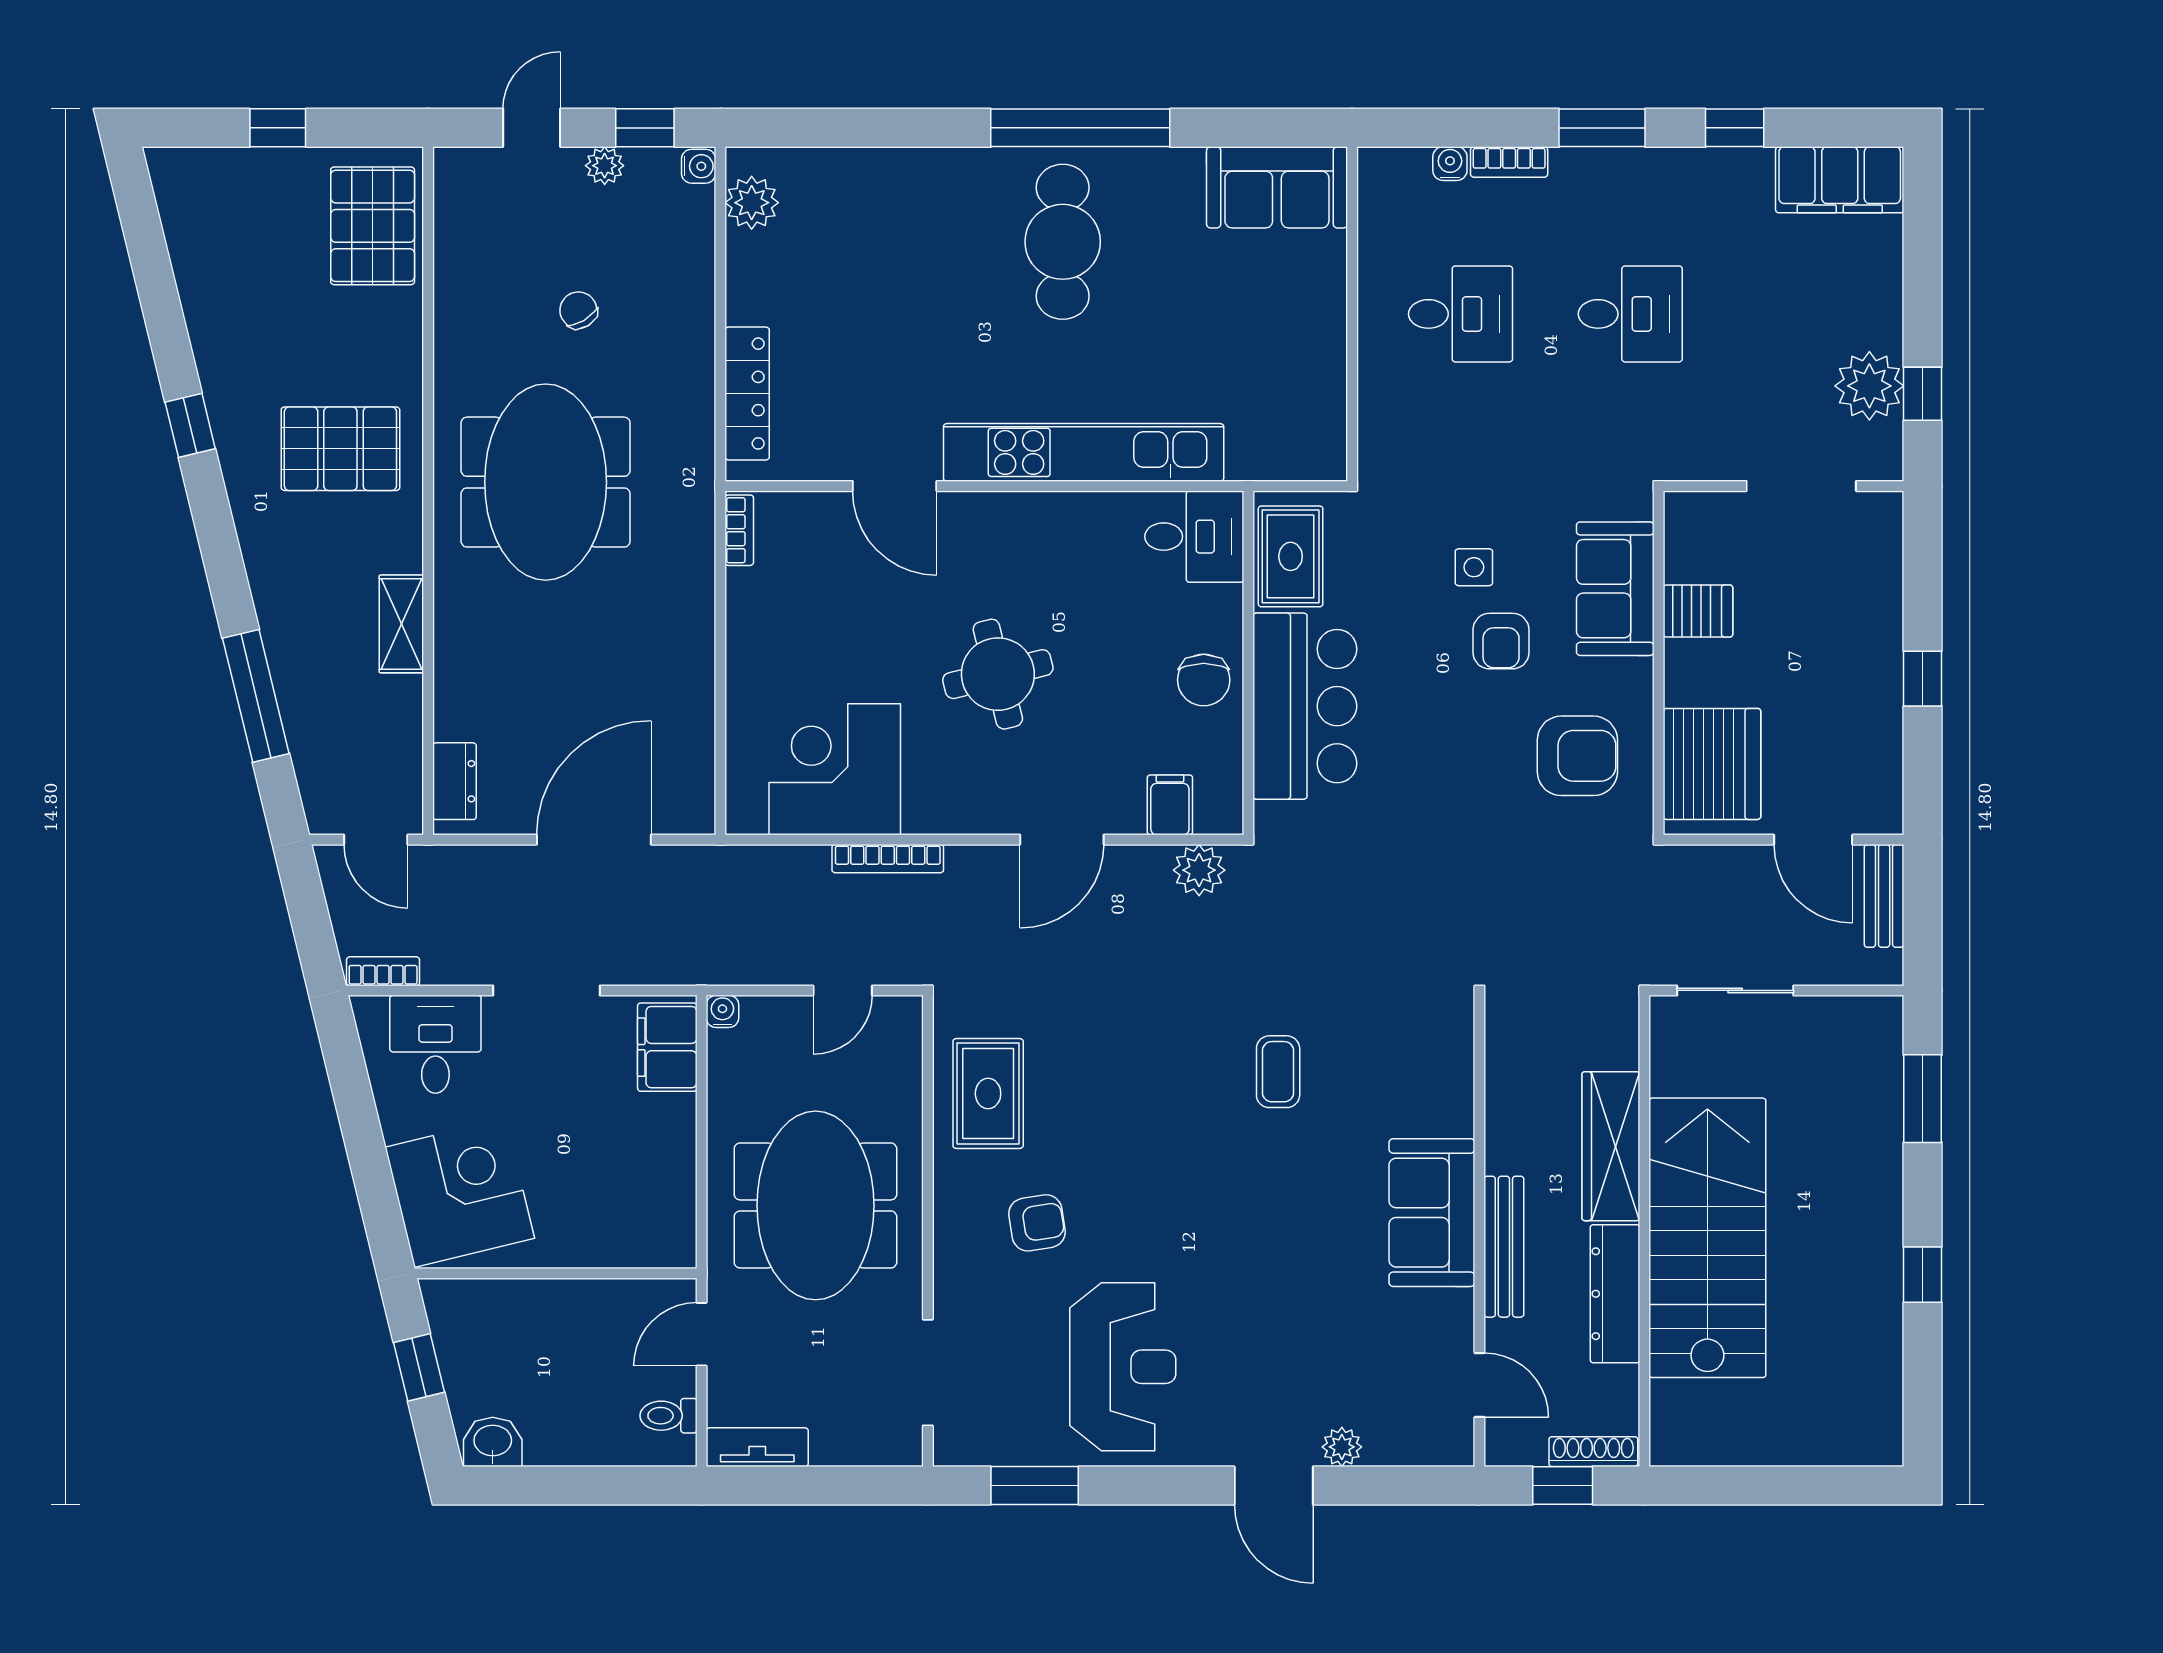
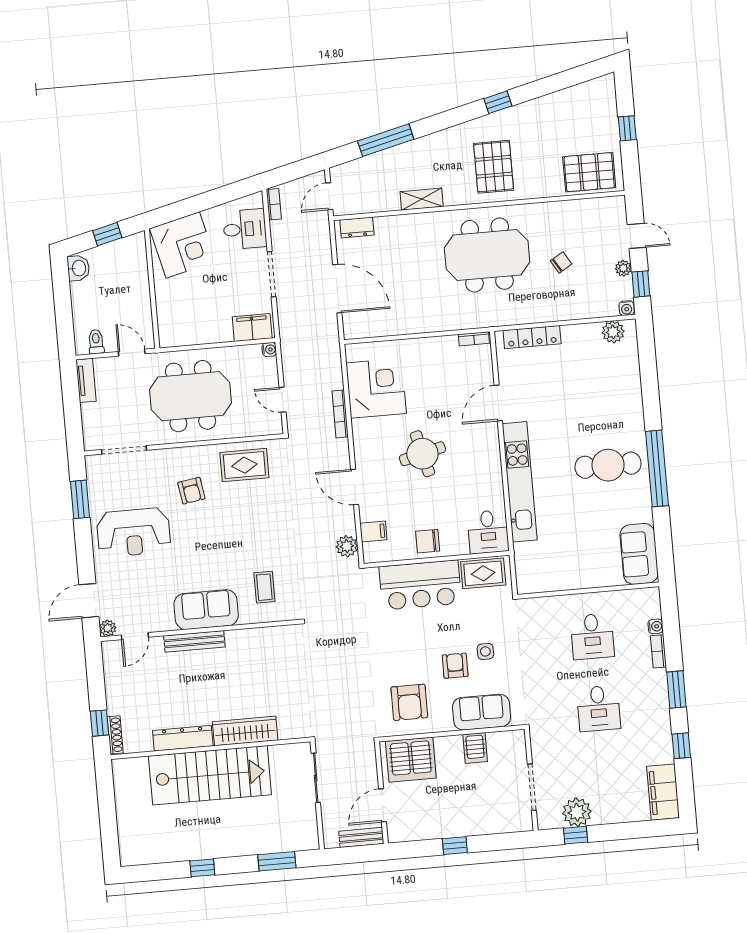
armchair: (1501, 641) -> (455, 666), turned 90
coffee table: (1278, 1072) -> (264, 587), turned 90
sofa: (1432, 1213) -> (206, 610), moved
wall: (1479, 1231) -> (200, 630), moved
bench: (1504, 1247) -> (194, 641), moved
door: (1479, 1385) -> (135, 636), moved

